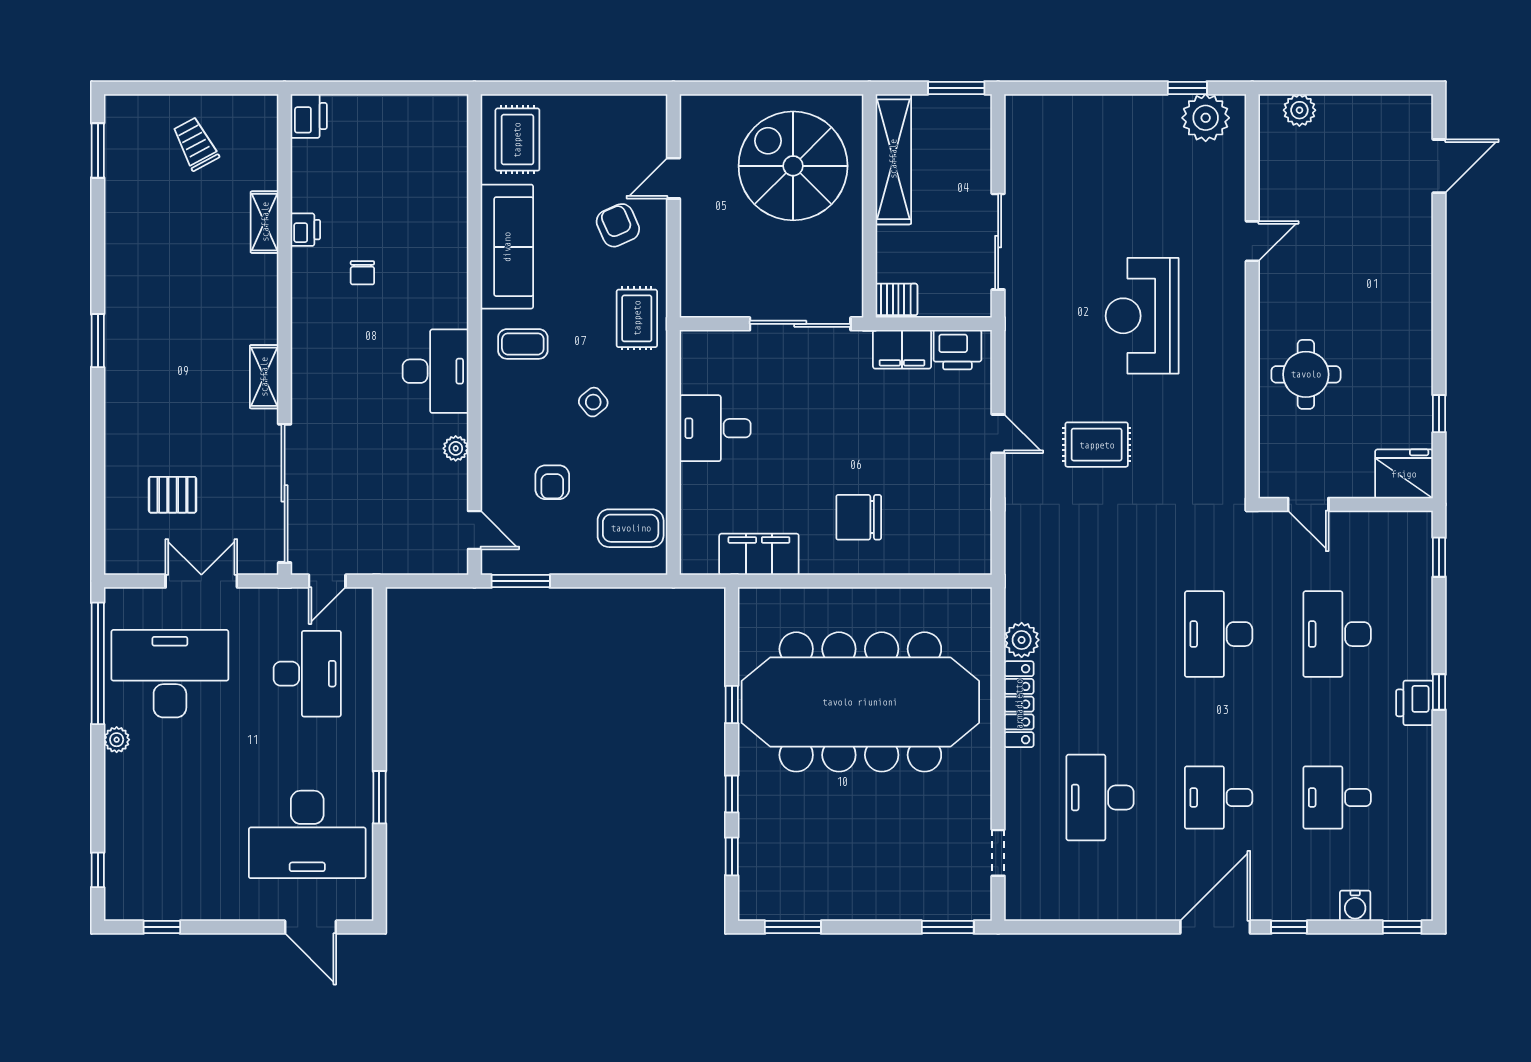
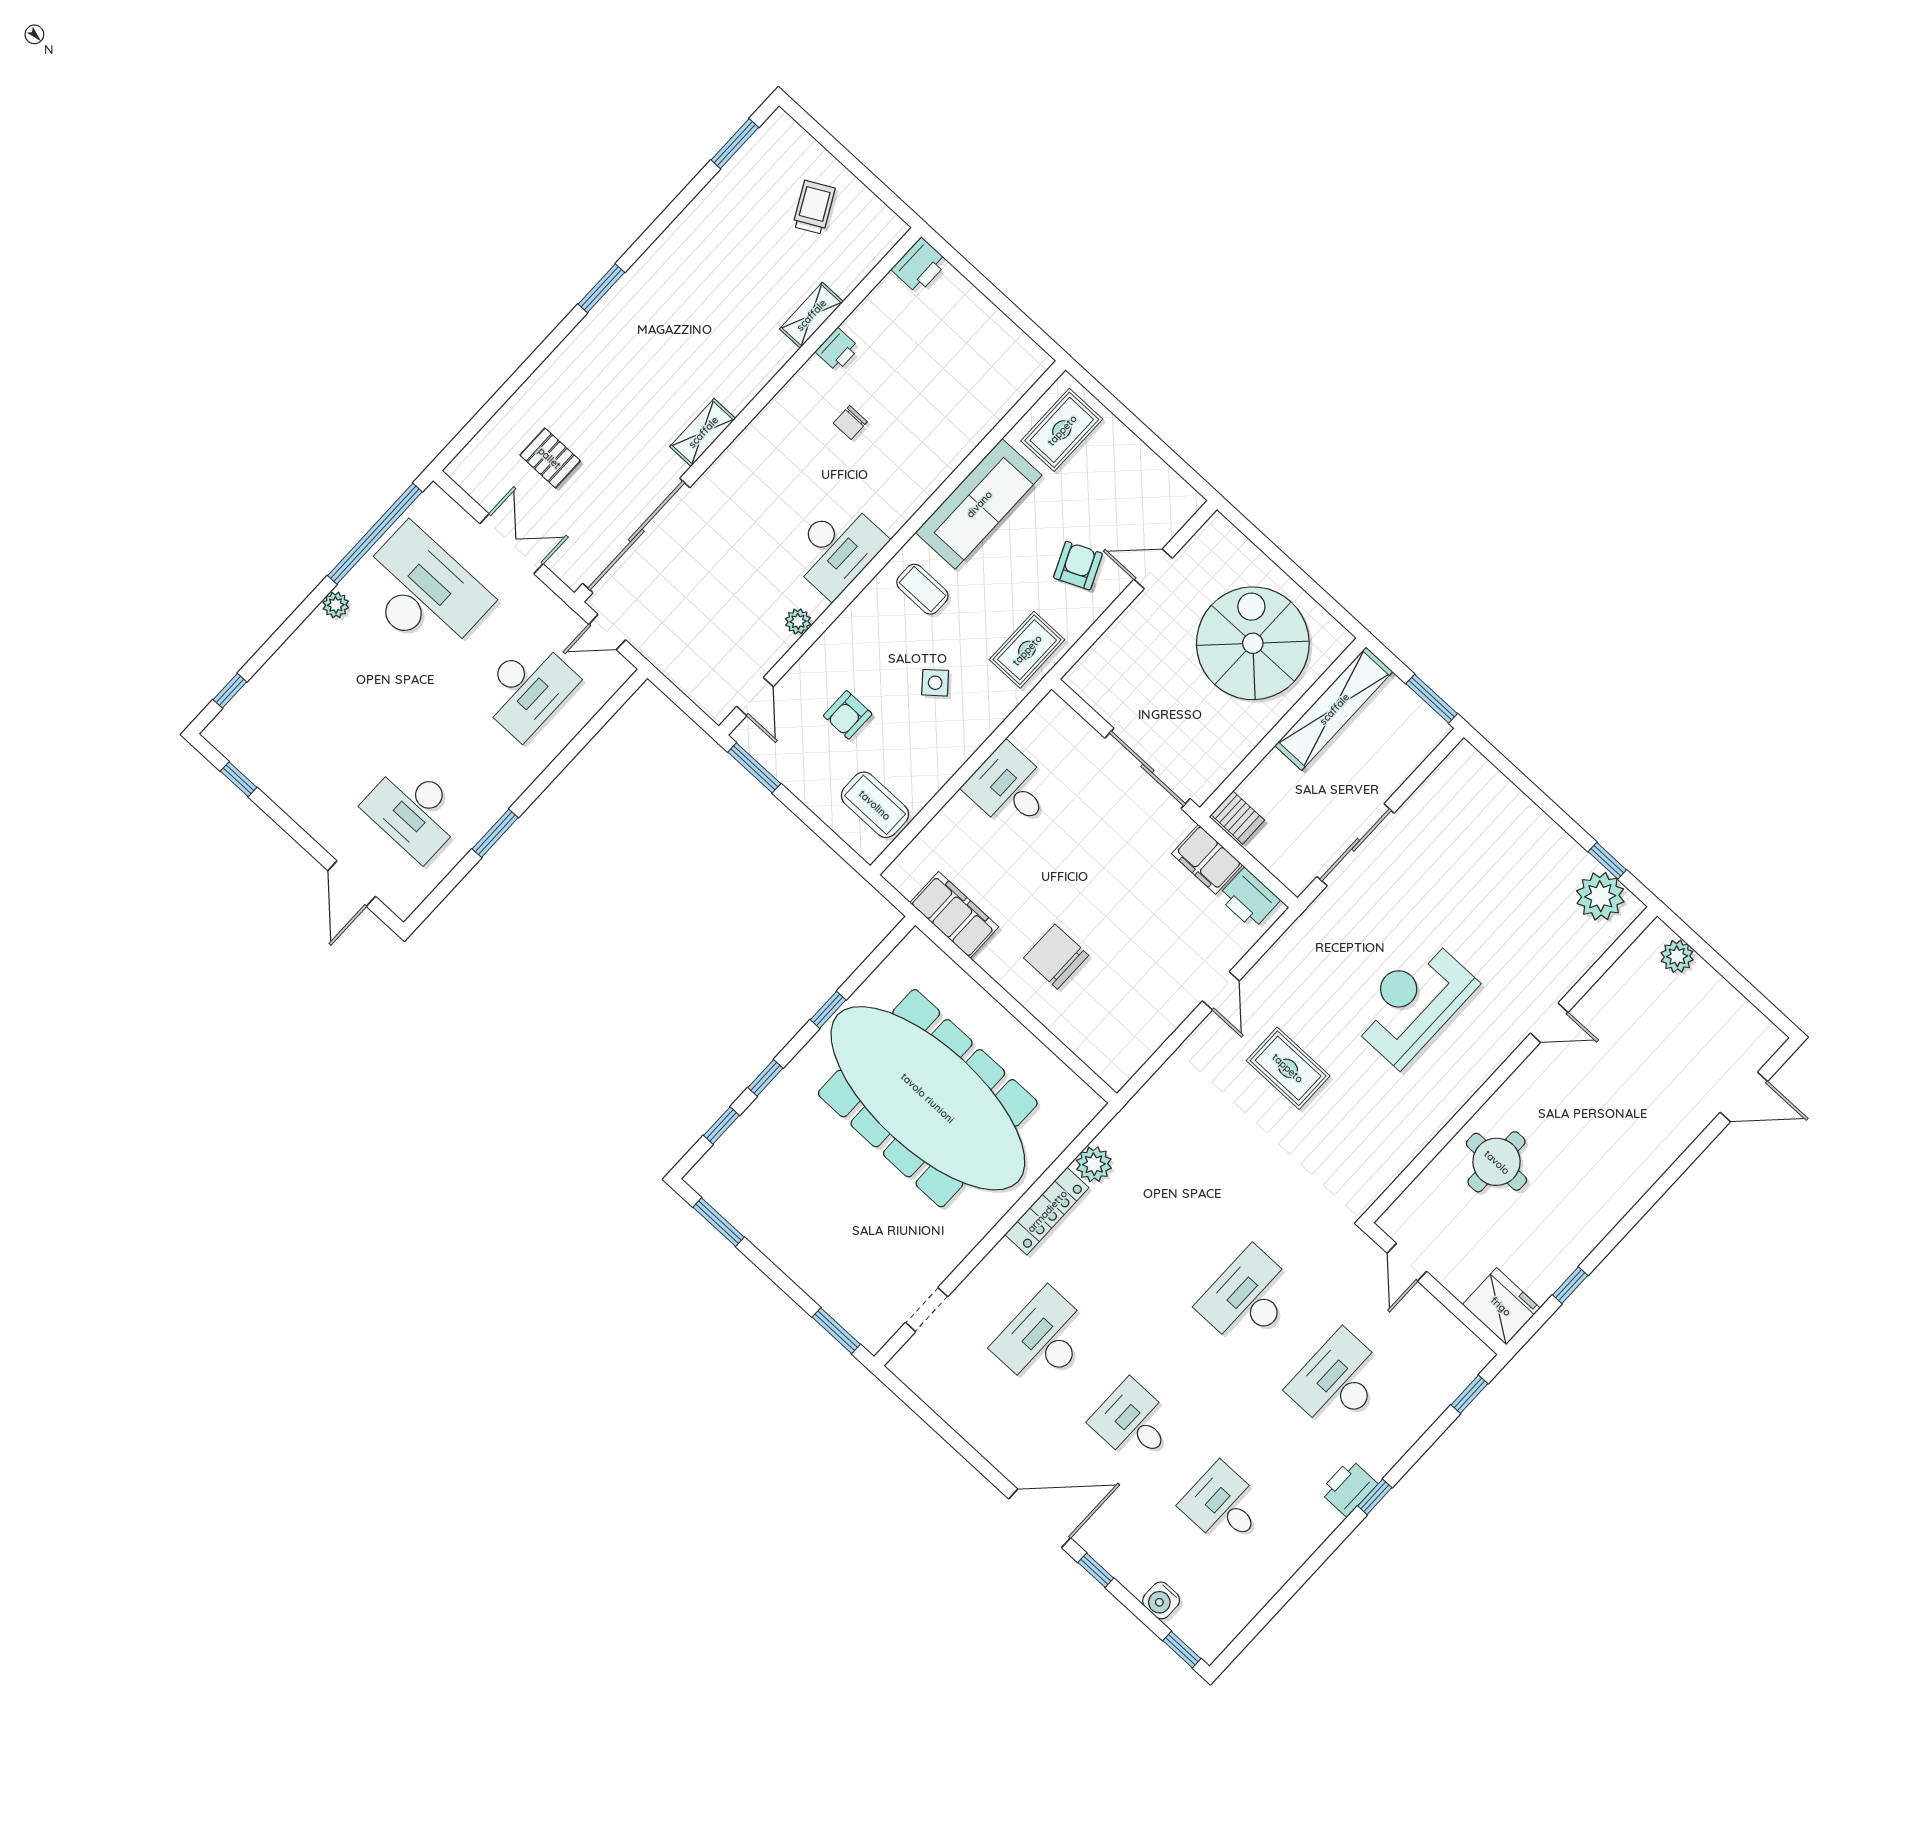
desk: (307, 834) -> (414, 811), width x0.73, depth x0.77

